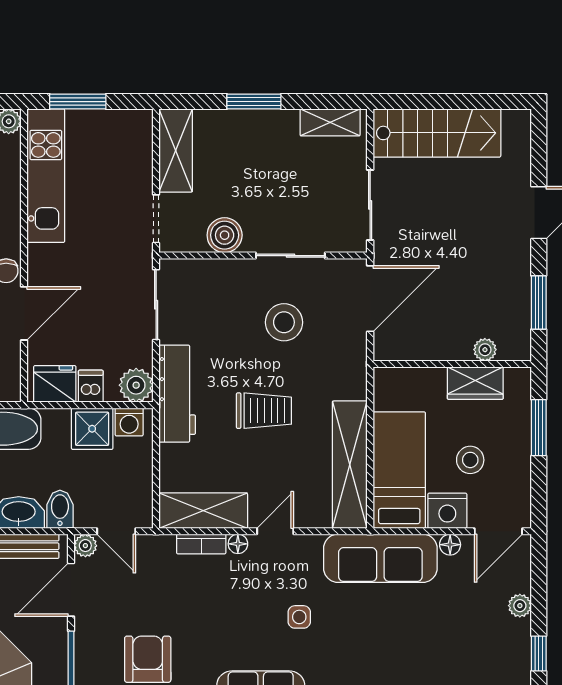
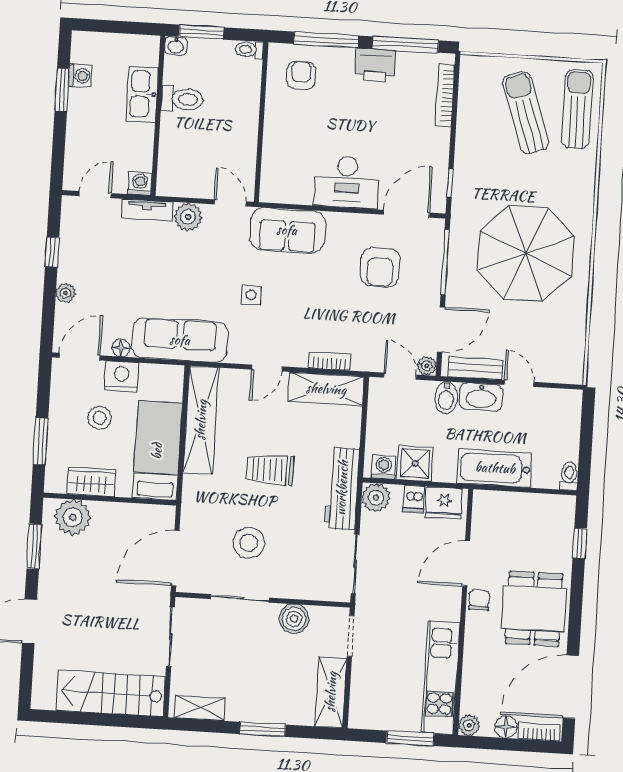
plant: (485, 350) -> (73, 517), width x1.87, depth x1.87
bed: (399, 470) -> (157, 451), moved, turned 180
floor lamp: (238, 544) -> (299, 359), removed

